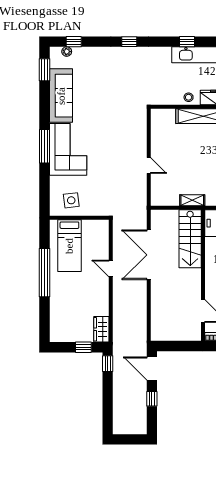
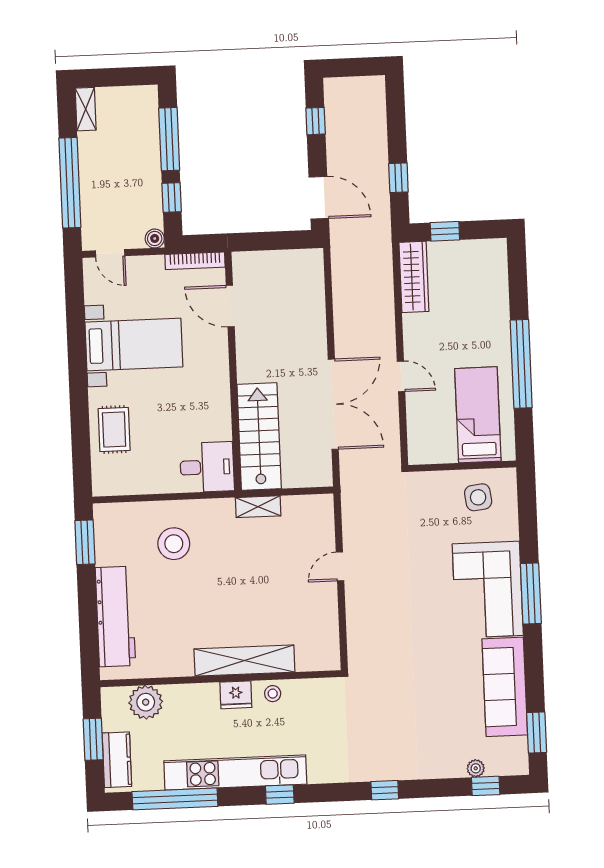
plant: (67, 52) -> (476, 768), moved
door: (149, 166) -> (340, 566), hinge flipped
wardrobe: (101, 329) -> (414, 277), width x1.50
window: (108, 364) -> (398, 178), moved
window: (152, 399) -> (316, 121), moved

